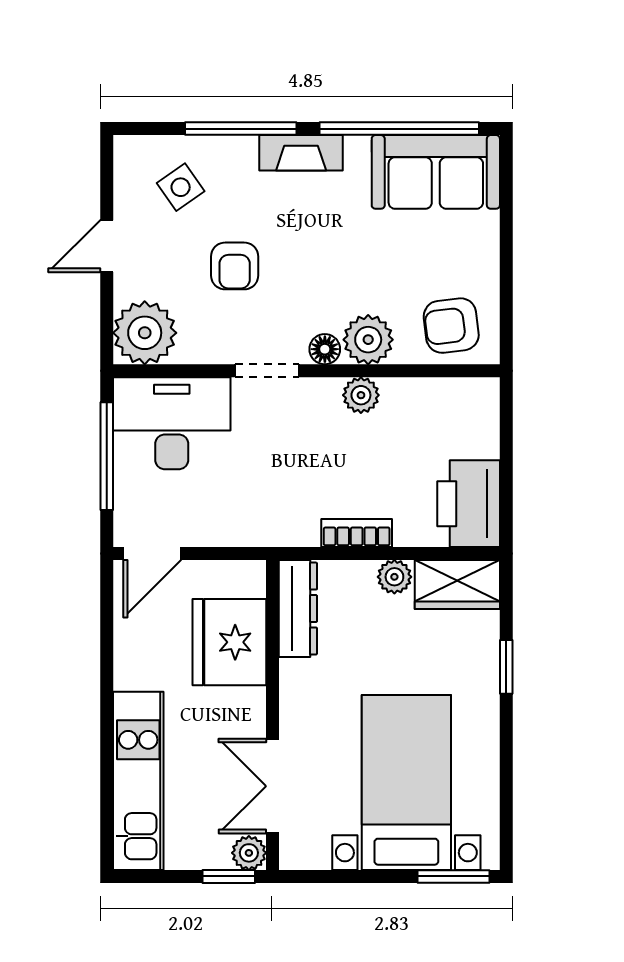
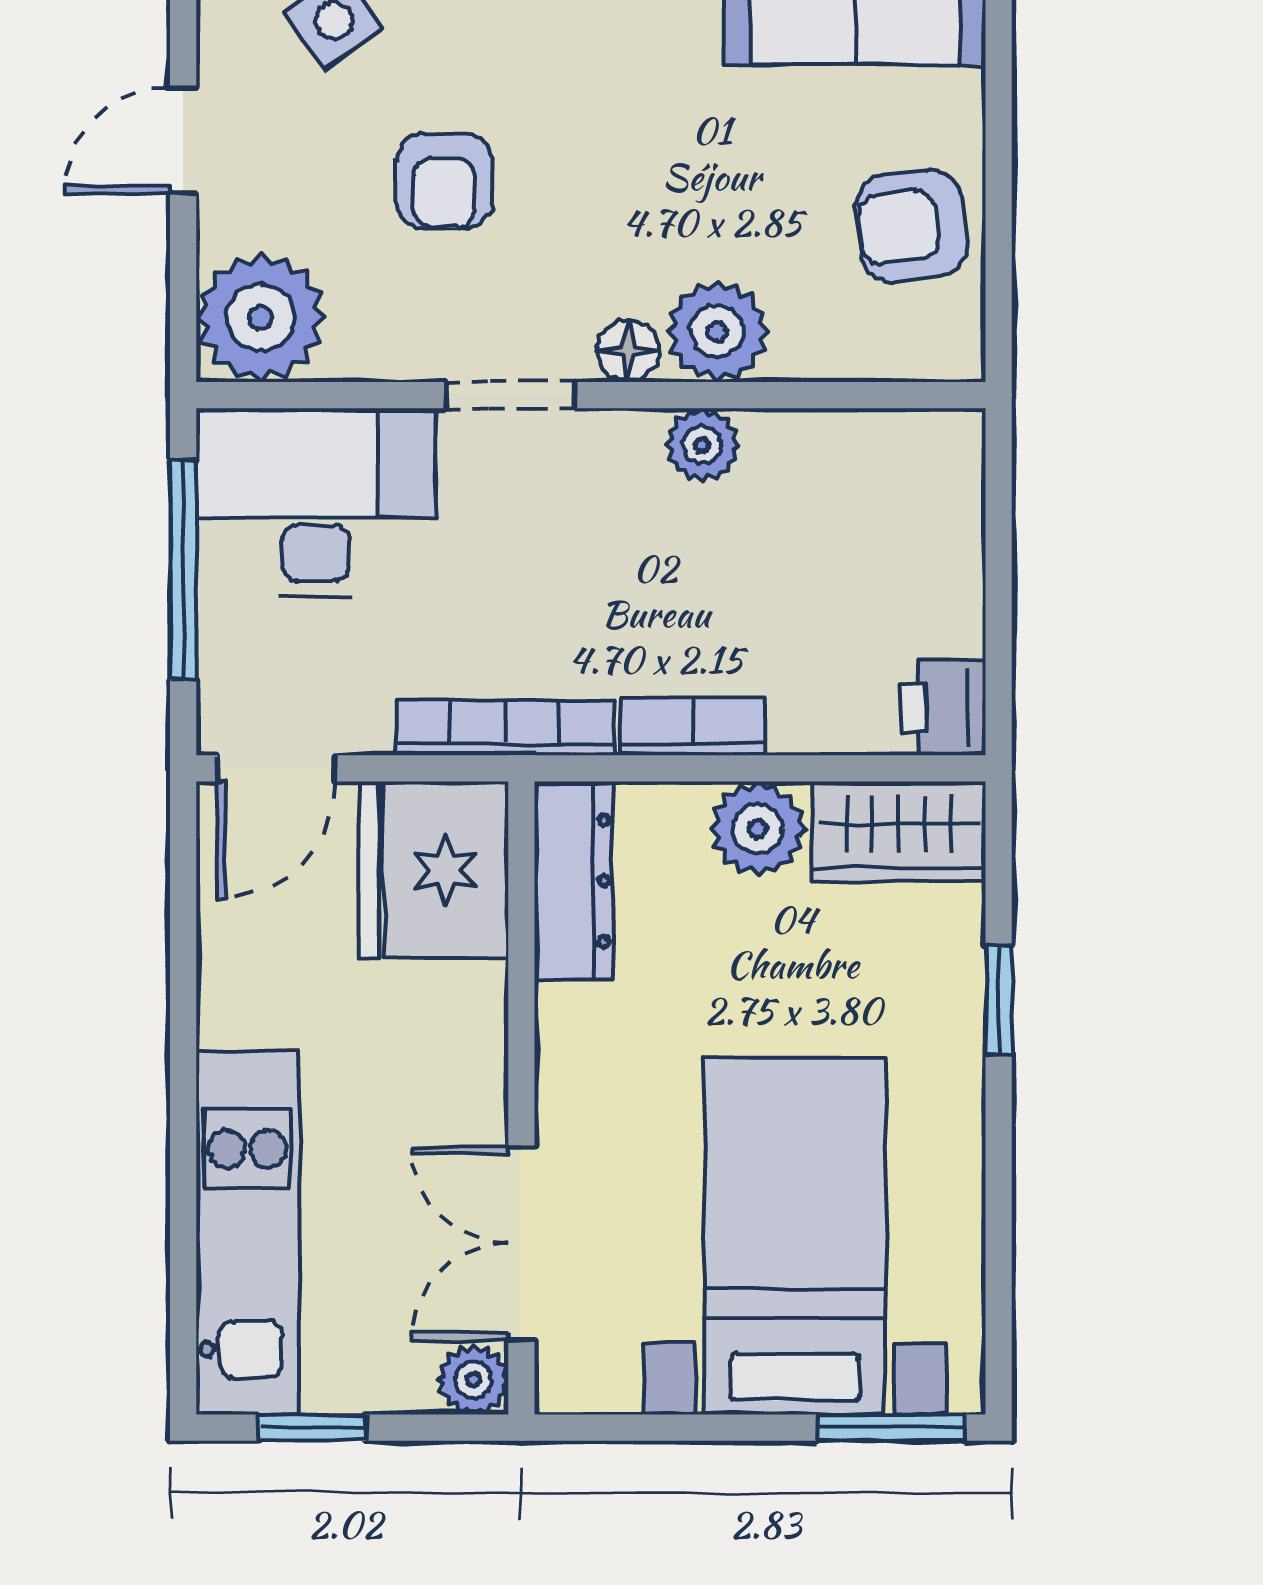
armchair: (451, 326) -> (911, 226), moved
printer: (469, 504) -> (943, 708), width x0.53, depth x0.68
bookcase: (265, 533) -> (506, 727), added
plant: (394, 577) -> (758, 829), width x1.38, depth x1.38
fridge: (229, 642) -> (434, 870), moved
window: (229, 876) -> (312, 1428), moved

